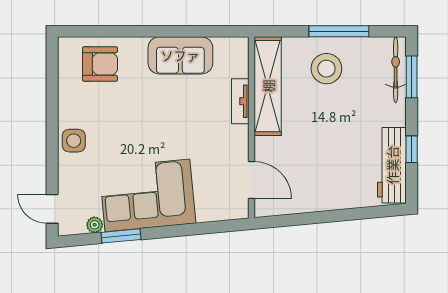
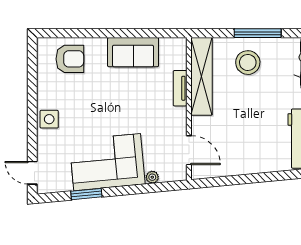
plant: (95, 225) -> (152, 177), moved

